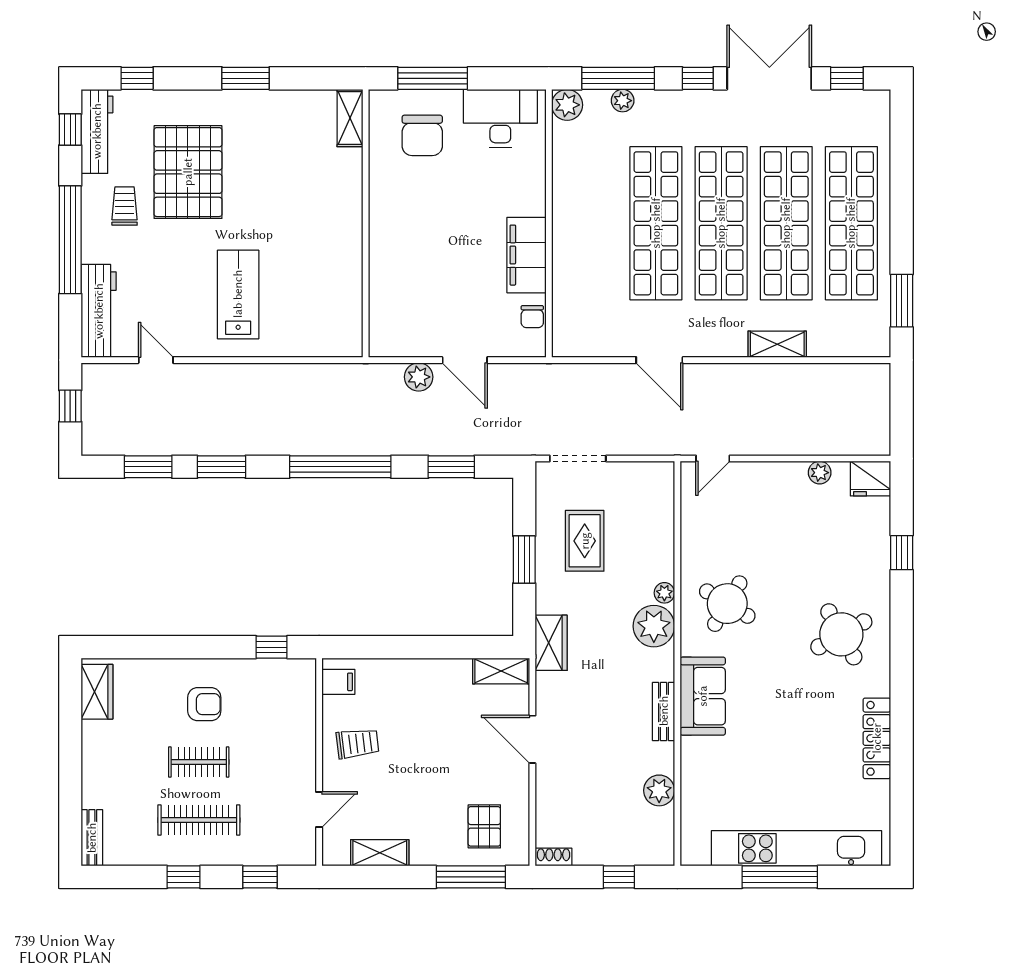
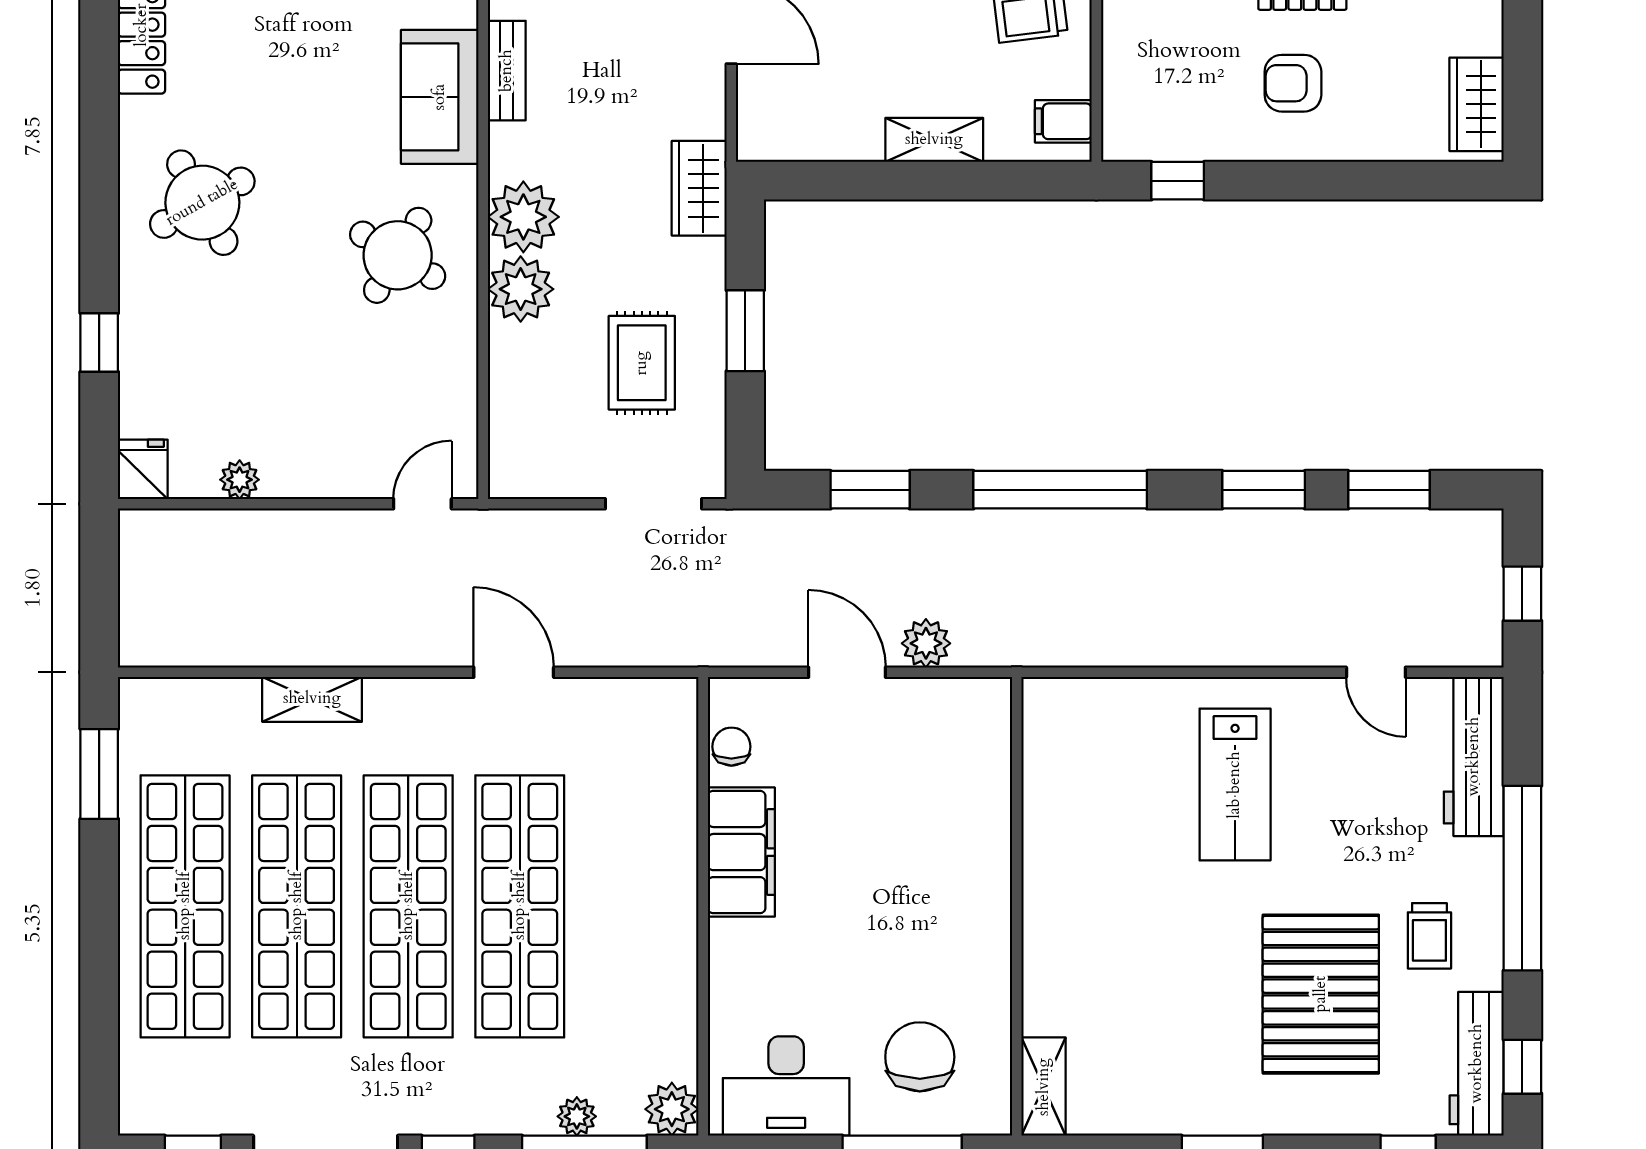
fridge: (870, 479) -> (143, 469), width x0.72
plant: (664, 593) -> (521, 289), width x1.88, depth x1.88
shelving: (501, 671) -> (934, 140), moved

